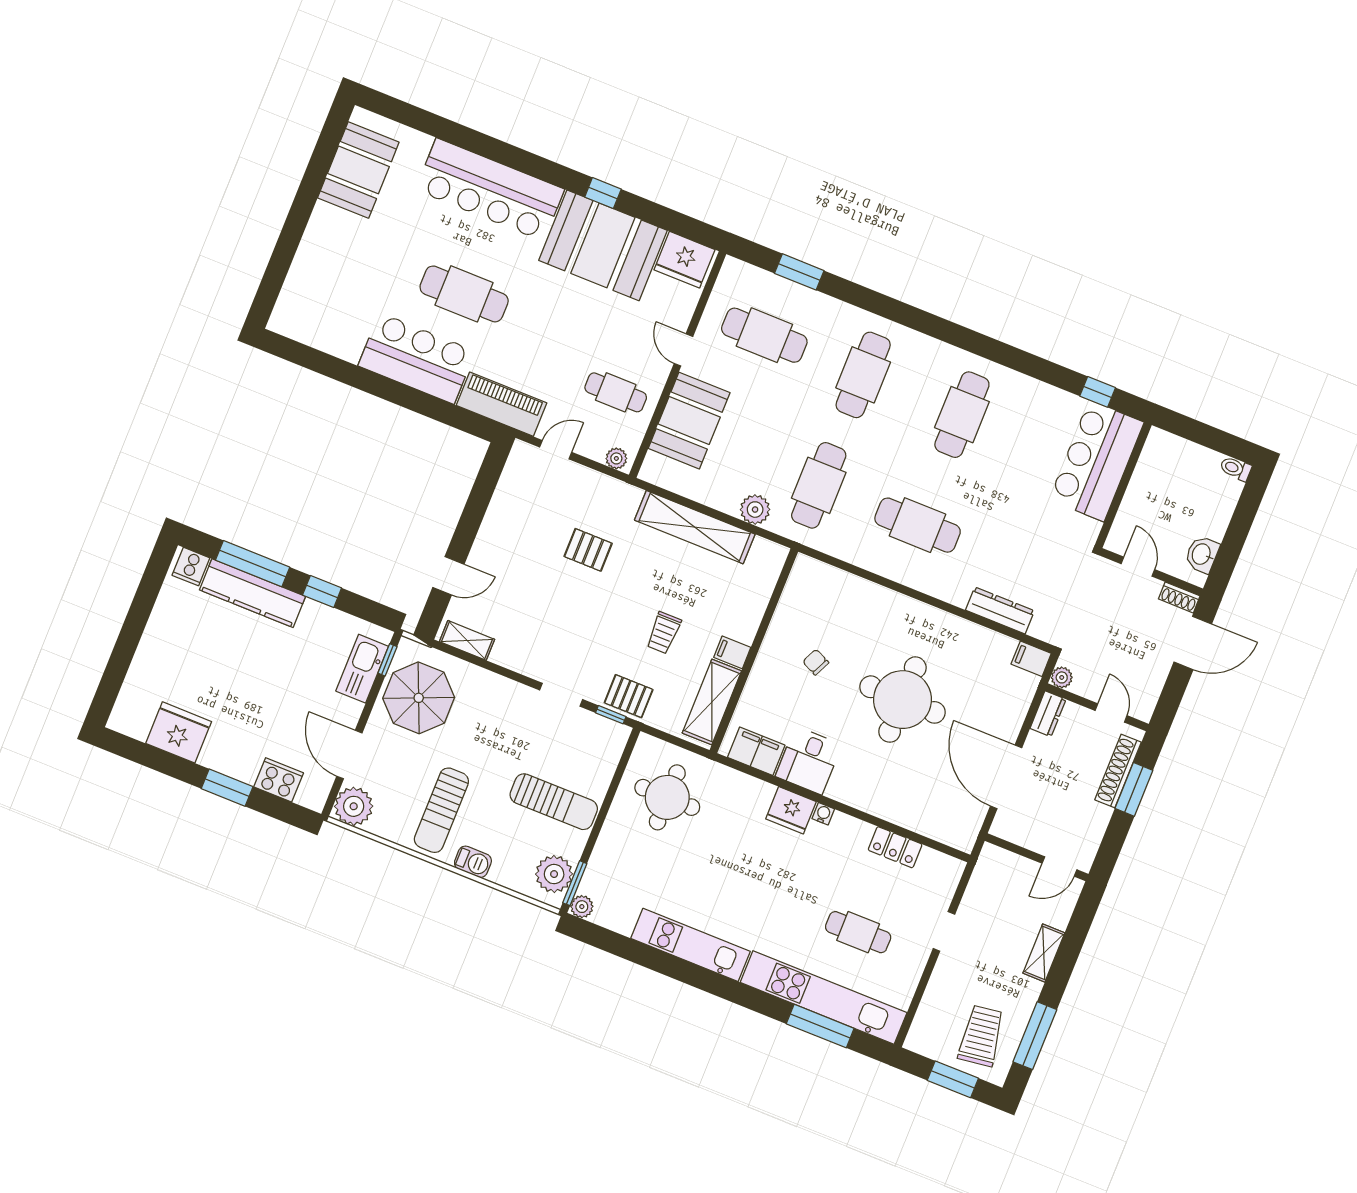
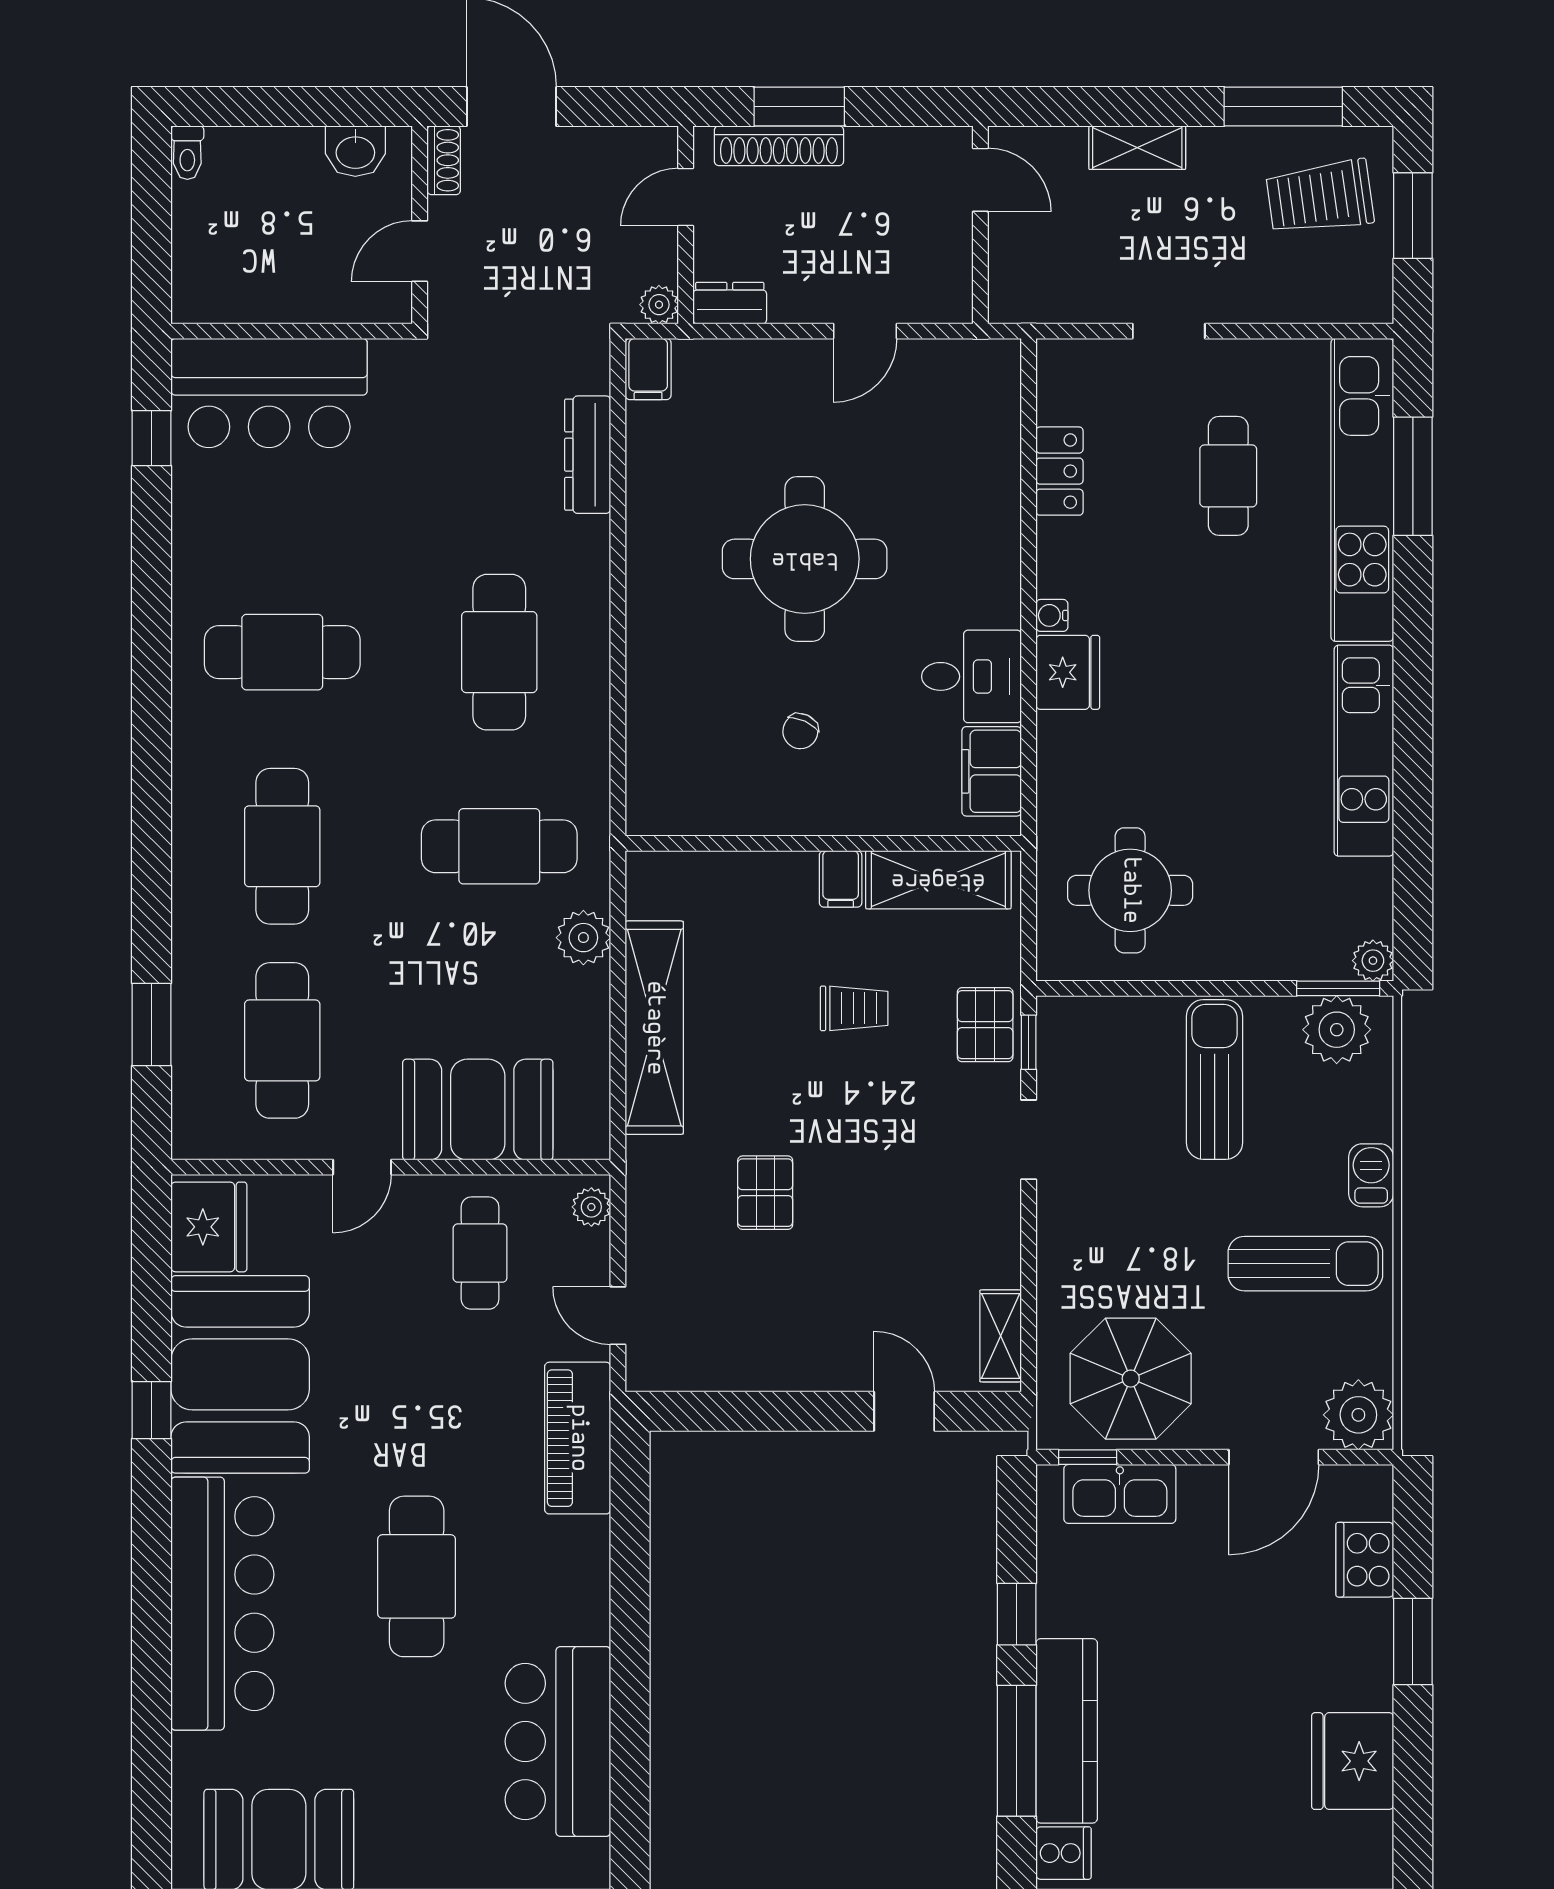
bar counter: (417, 358) -> (558, 1741), moved
cafe table: (863, 375) -> (282, 846), turned 90
door: (1006, 777) -> (865, 331), width x0.53

